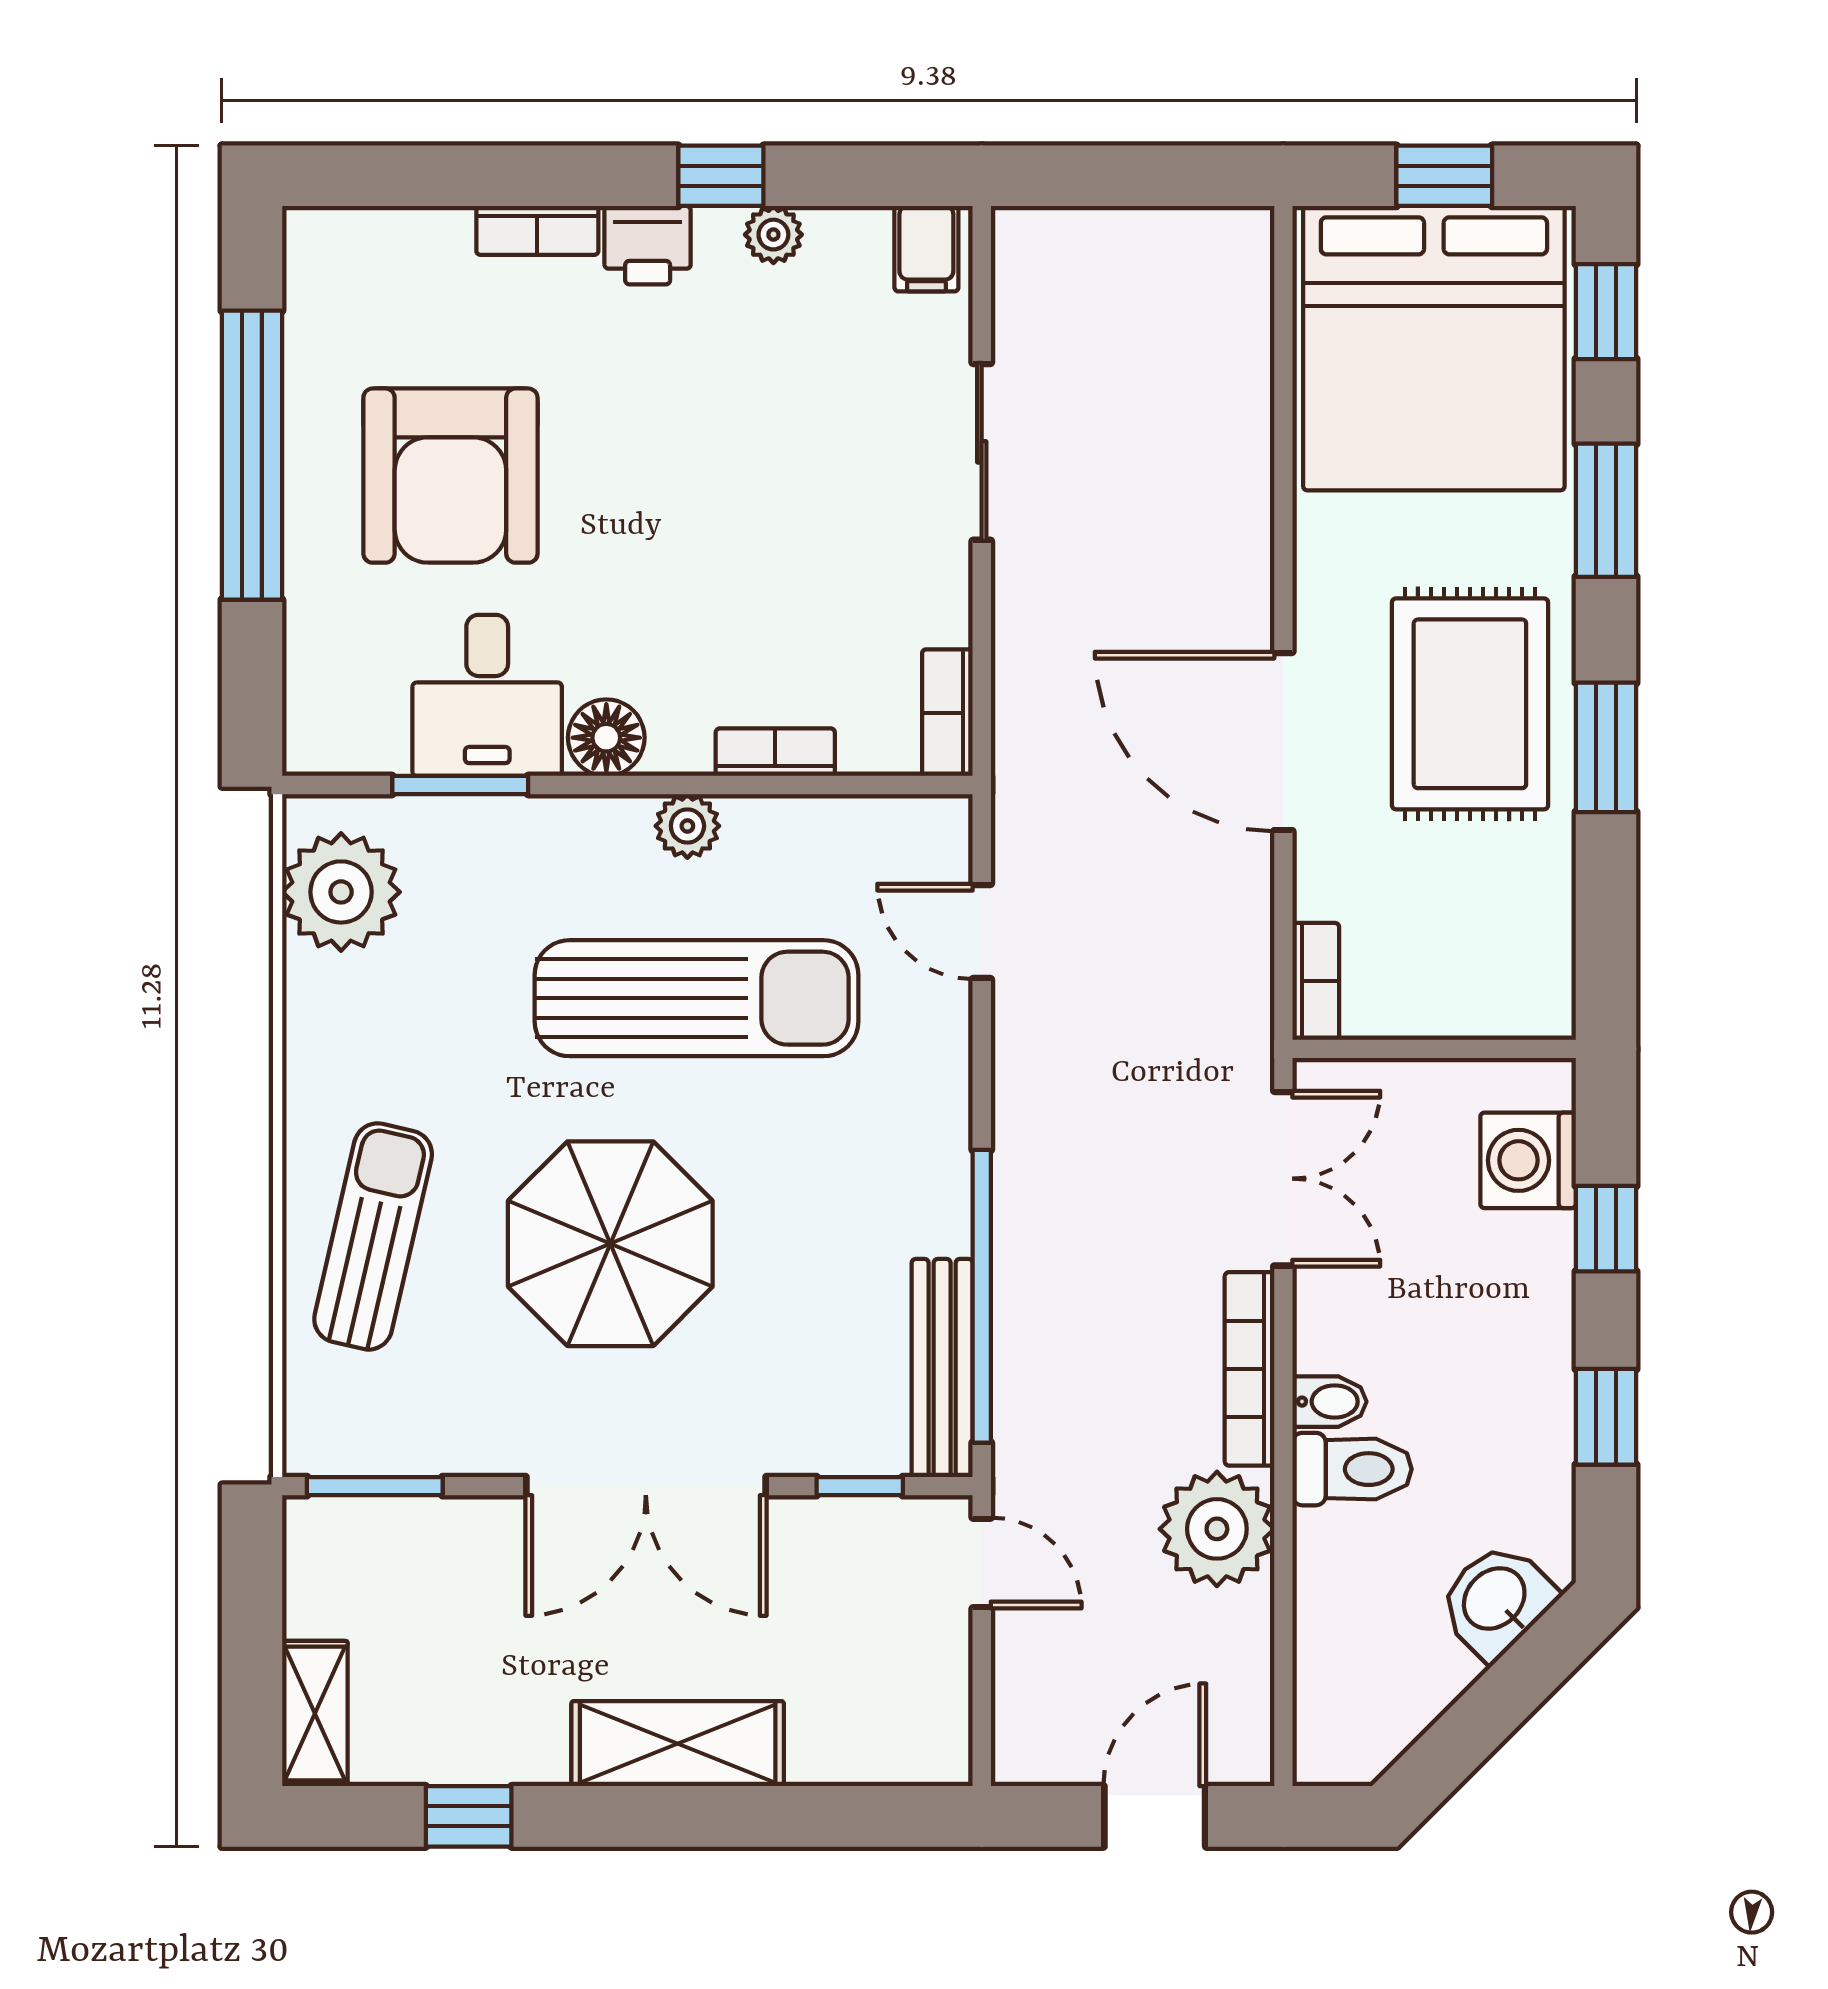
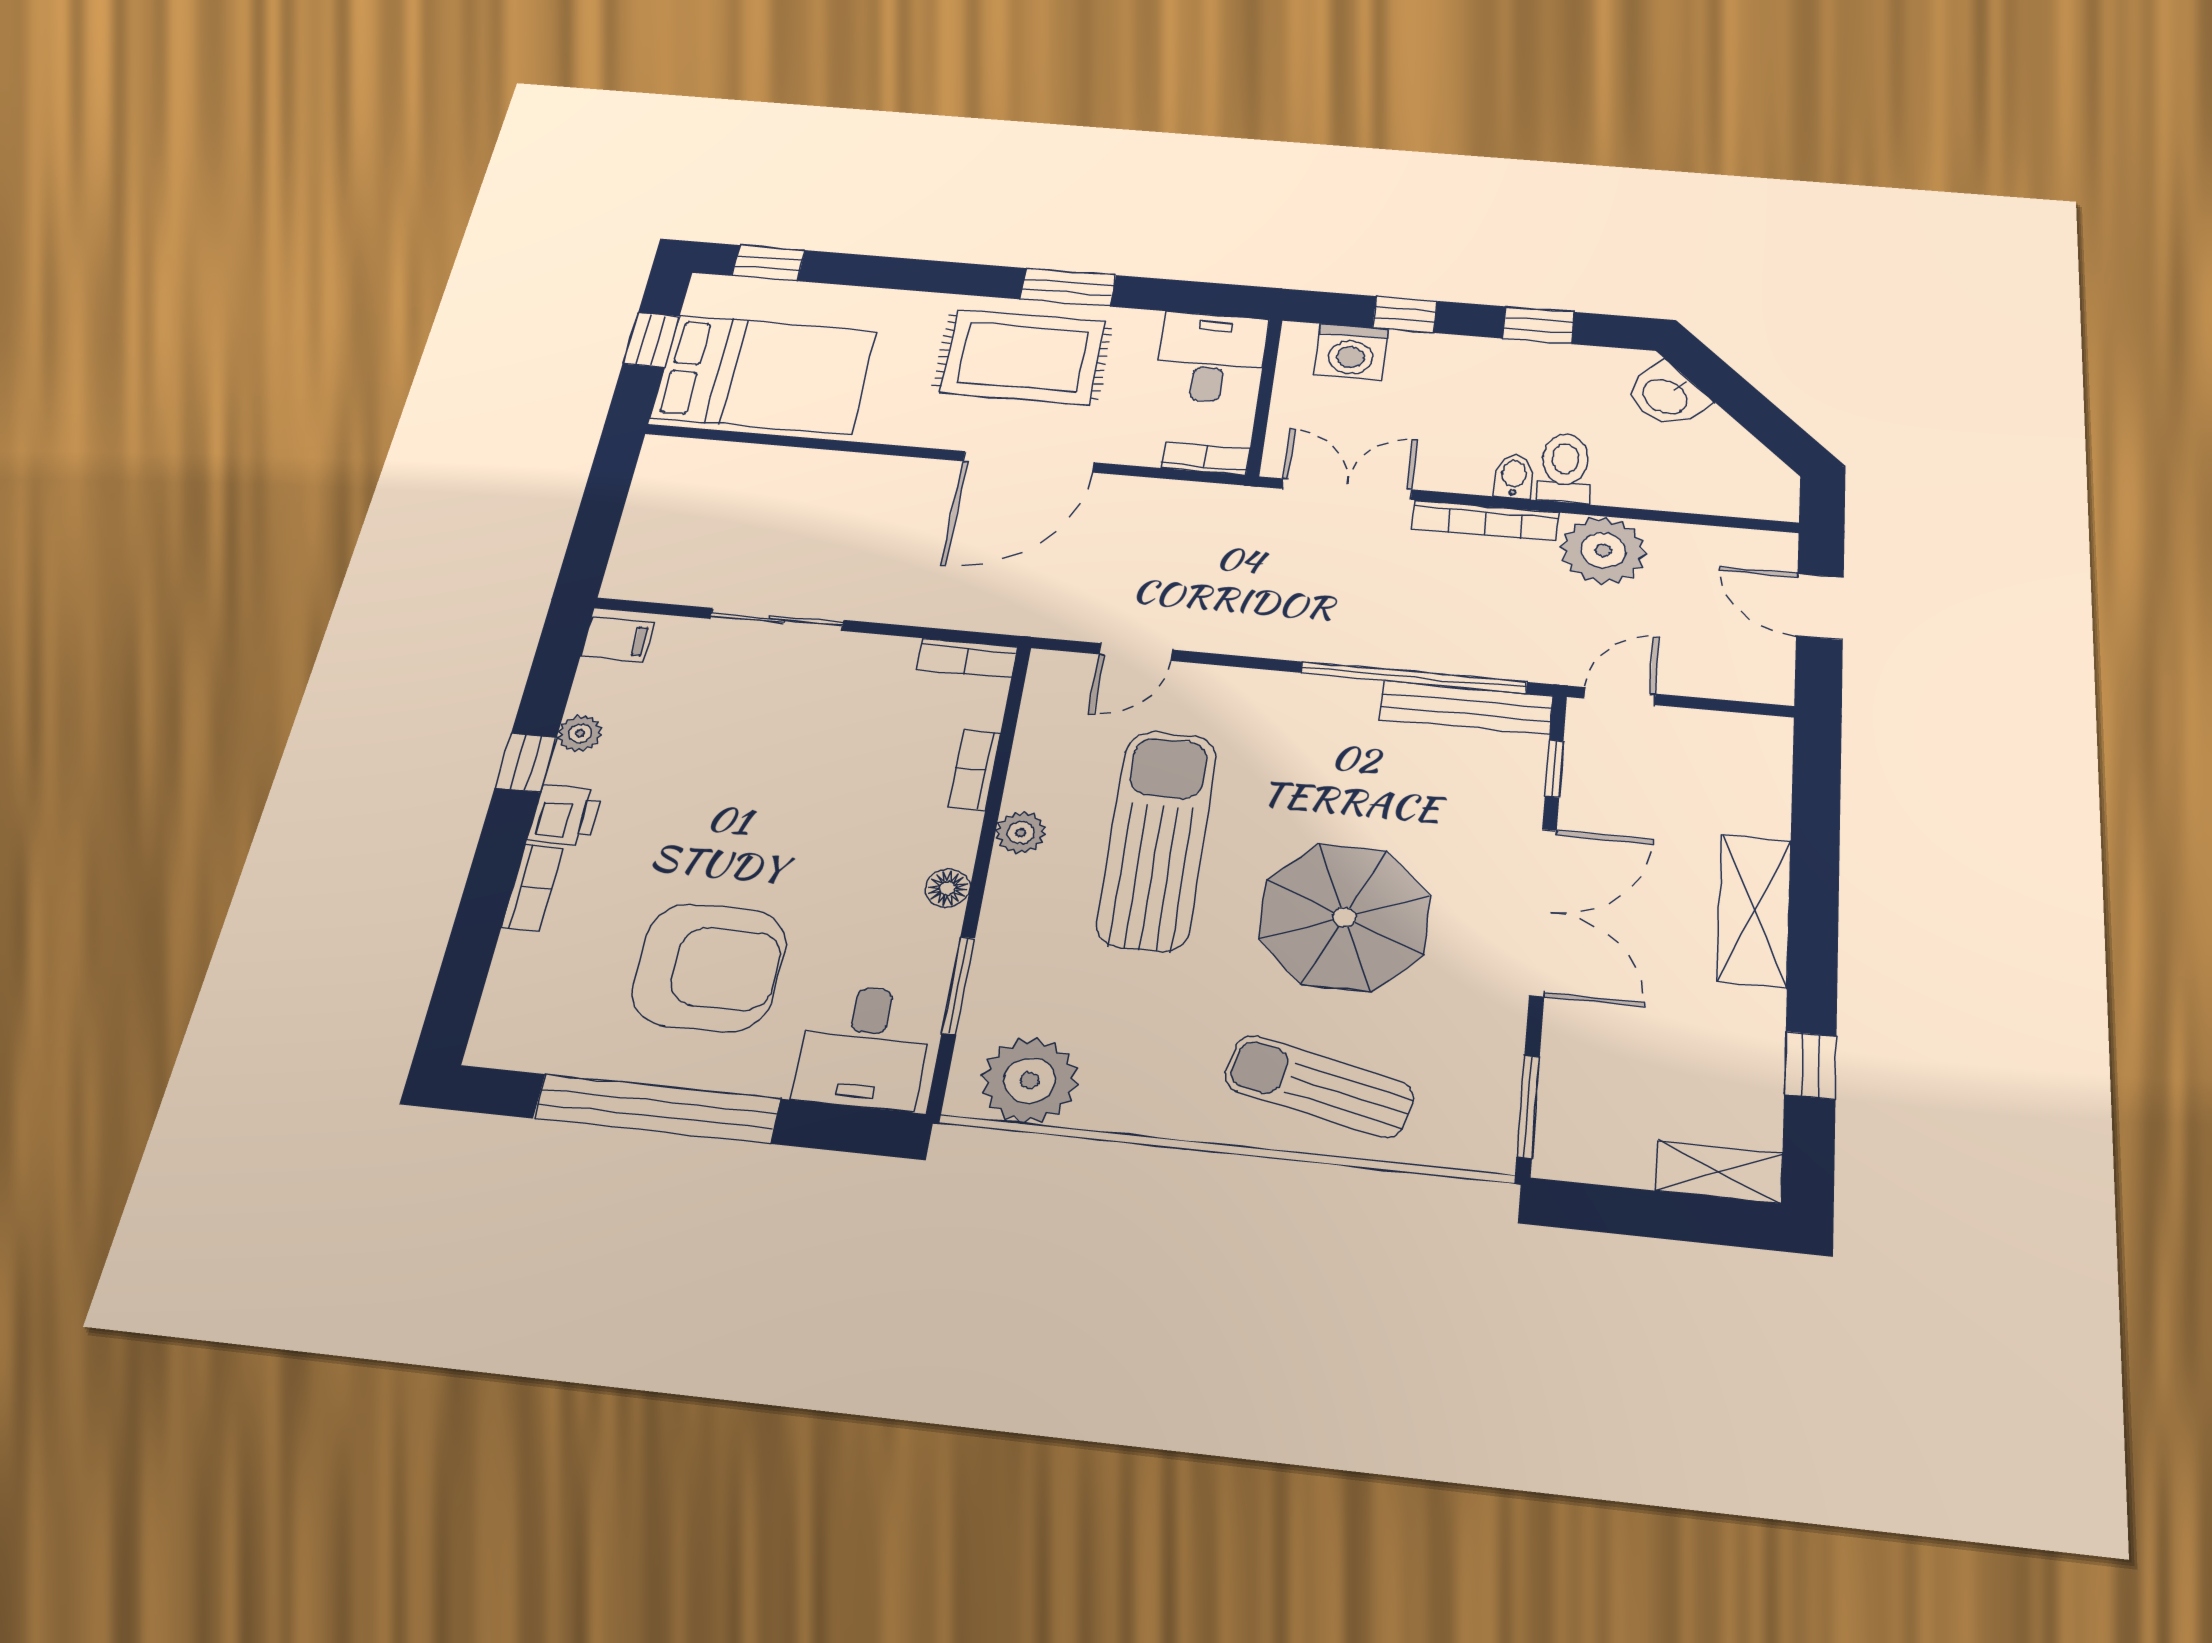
bed: (1434, 348) -> (764, 374), width x0.73
window: (1606, 510) -> (904, 274), removed
desk: (487, 695) -> (864, 1047), moved, turned 90
floor lamp: (606, 738) -> (948, 888), width x0.73, depth x0.73
desk: (1497, 966) -> (1211, 358), added

